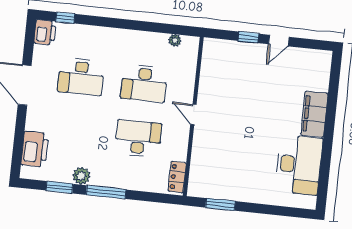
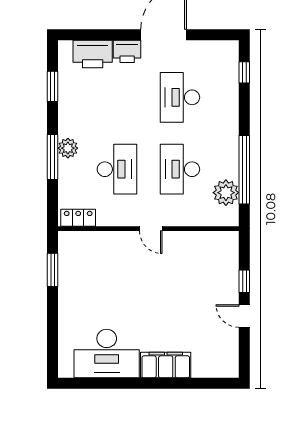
window: (151, 27) -> (244, 170), added
printer: (45, 32) -> (127, 51), moved
plant: (175, 40) -> (226, 193), width x1.88, depth x1.88
door: (193, 114) -> (151, 229), swing flipped
plant: (81, 176) -> (68, 148), moved
window: (106, 192) -> (53, 157), moved

